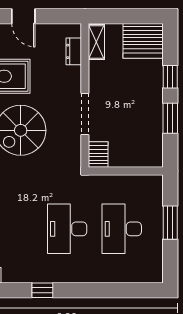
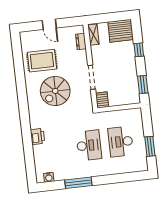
window: (170, 118) -> (143, 84), moved
window: (170, 223) -> (150, 146), moved
desk: (67, 229) -> (89, 145), turned 180
window: (42, 290) -> (78, 183), width x2.17

